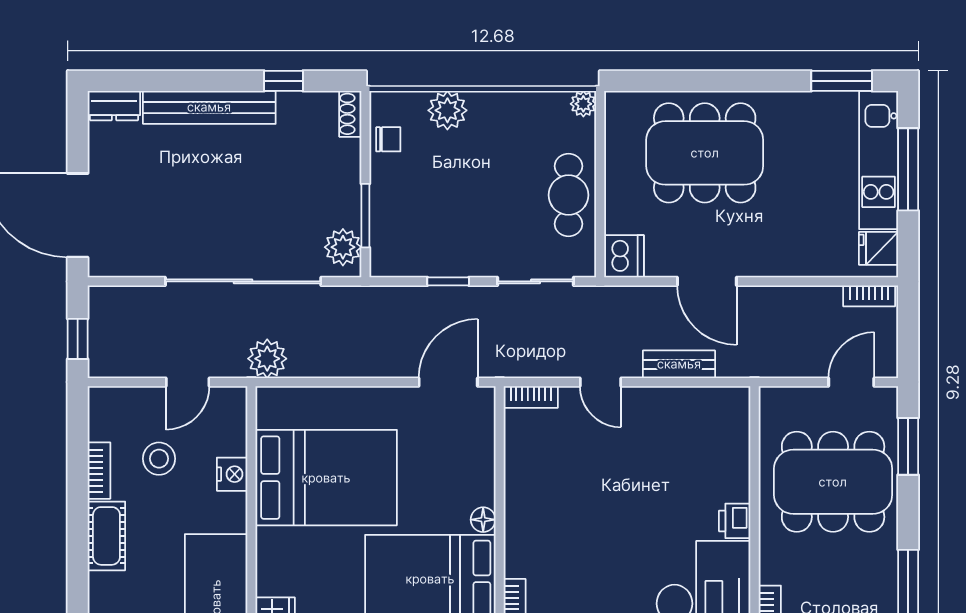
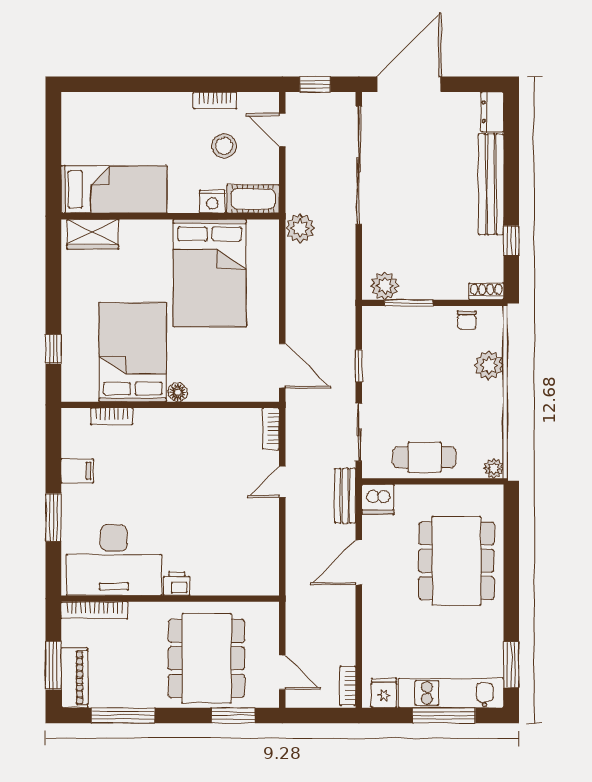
sliding door: (243, 281) -> (359, 165), moved
bench: (679, 364) -> (345, 496), moved
door: (188, 382) -> (282, 130), moved
cot: (106, 536) -> (253, 199), moved

